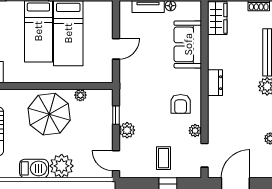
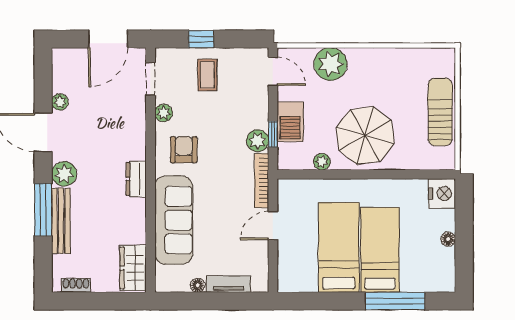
sofa: (188, 44) -> (174, 220), width x1.36
bookcase: (124, 82) -> (262, 181), added
plant: (127, 130) -> (258, 141), moved
plant: (62, 166) -> (331, 64), moved
barbecue: (34, 168) -> (290, 122), moved, turned -90

